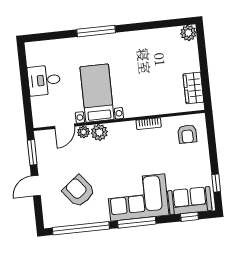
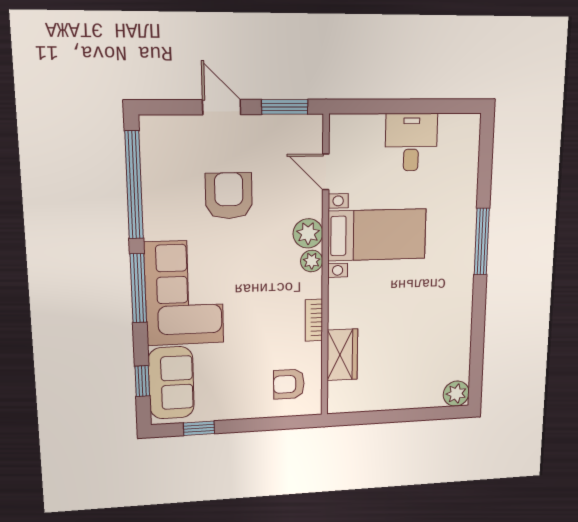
wardrobe: (193, 88) -> (342, 355), moved, turned 90
plant: (83, 132) -> (312, 261), moved
armchair: (79, 191) -> (229, 196), moved, turned -52

